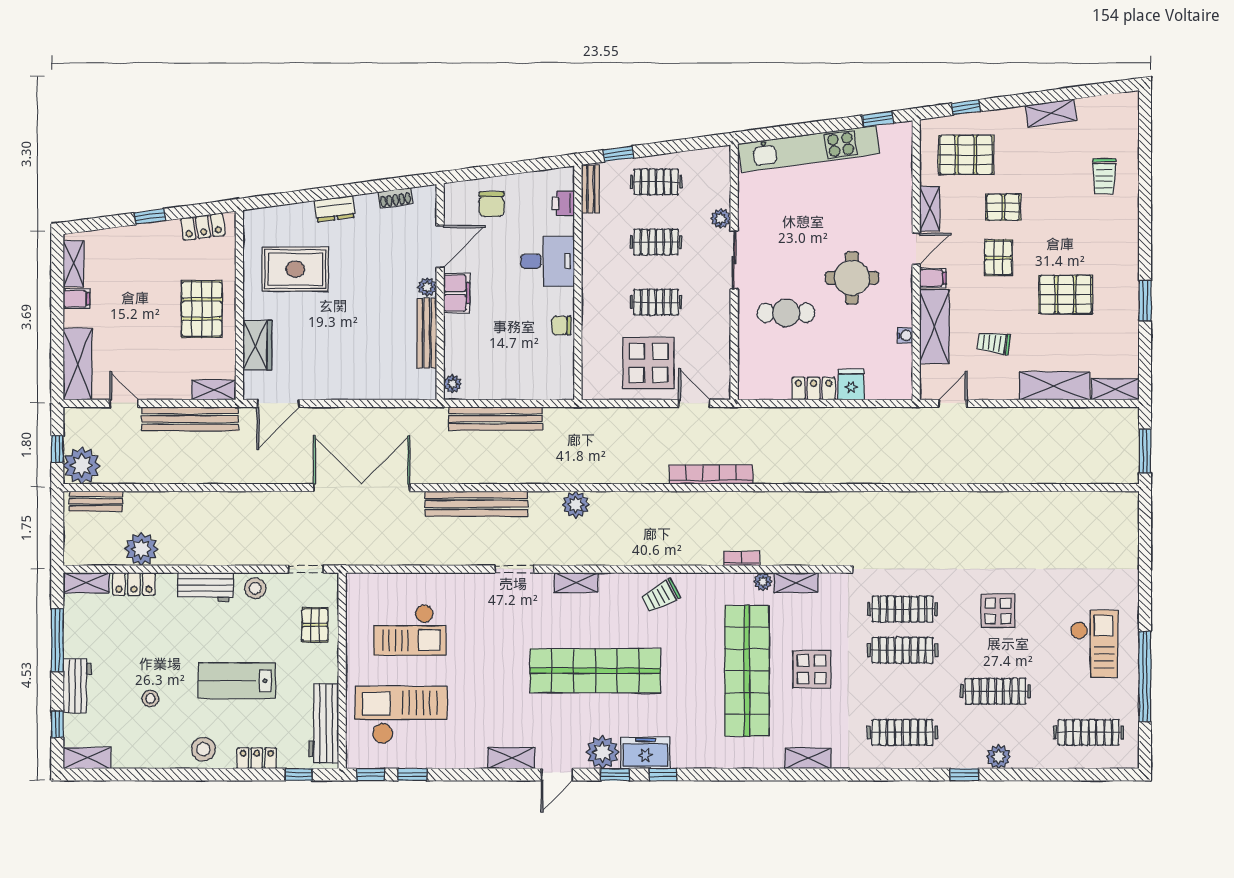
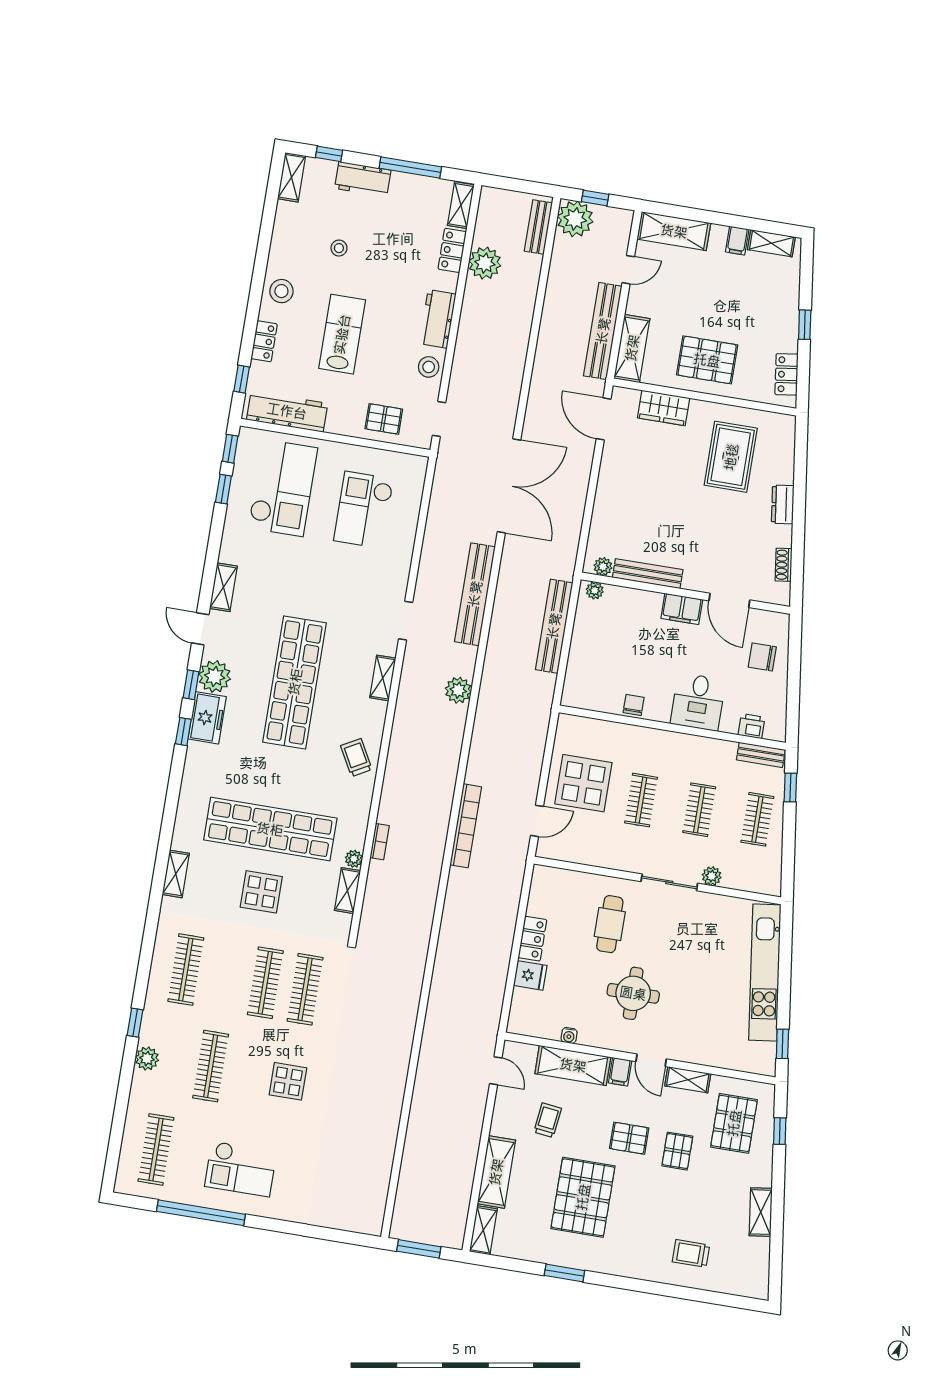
plant: (427, 287) -> (603, 567), moved
pallet: (1066, 294) -> (583, 1197), width x1.37, depth x1.41
shelving: (214, 390) -> (632, 348), width x1.50, depth x1.33

